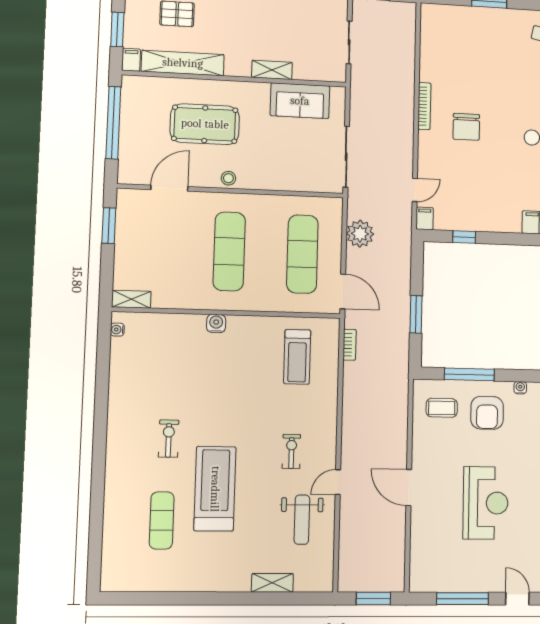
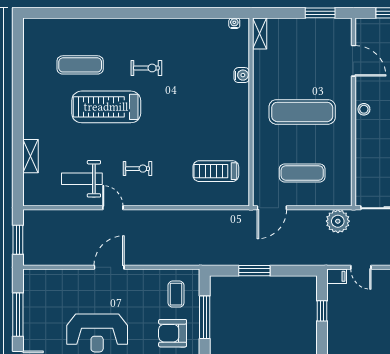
plant: (360, 234) -> (338, 221), moved
exercise mat: (302, 254) -> (302, 173), width x0.73, depth x0.69
water cooler: (216, 323) -> (242, 75), moved
bookcase: (350, 345) -> (227, 215), removed
treadmill: (215, 489) -> (106, 107), turned 180

